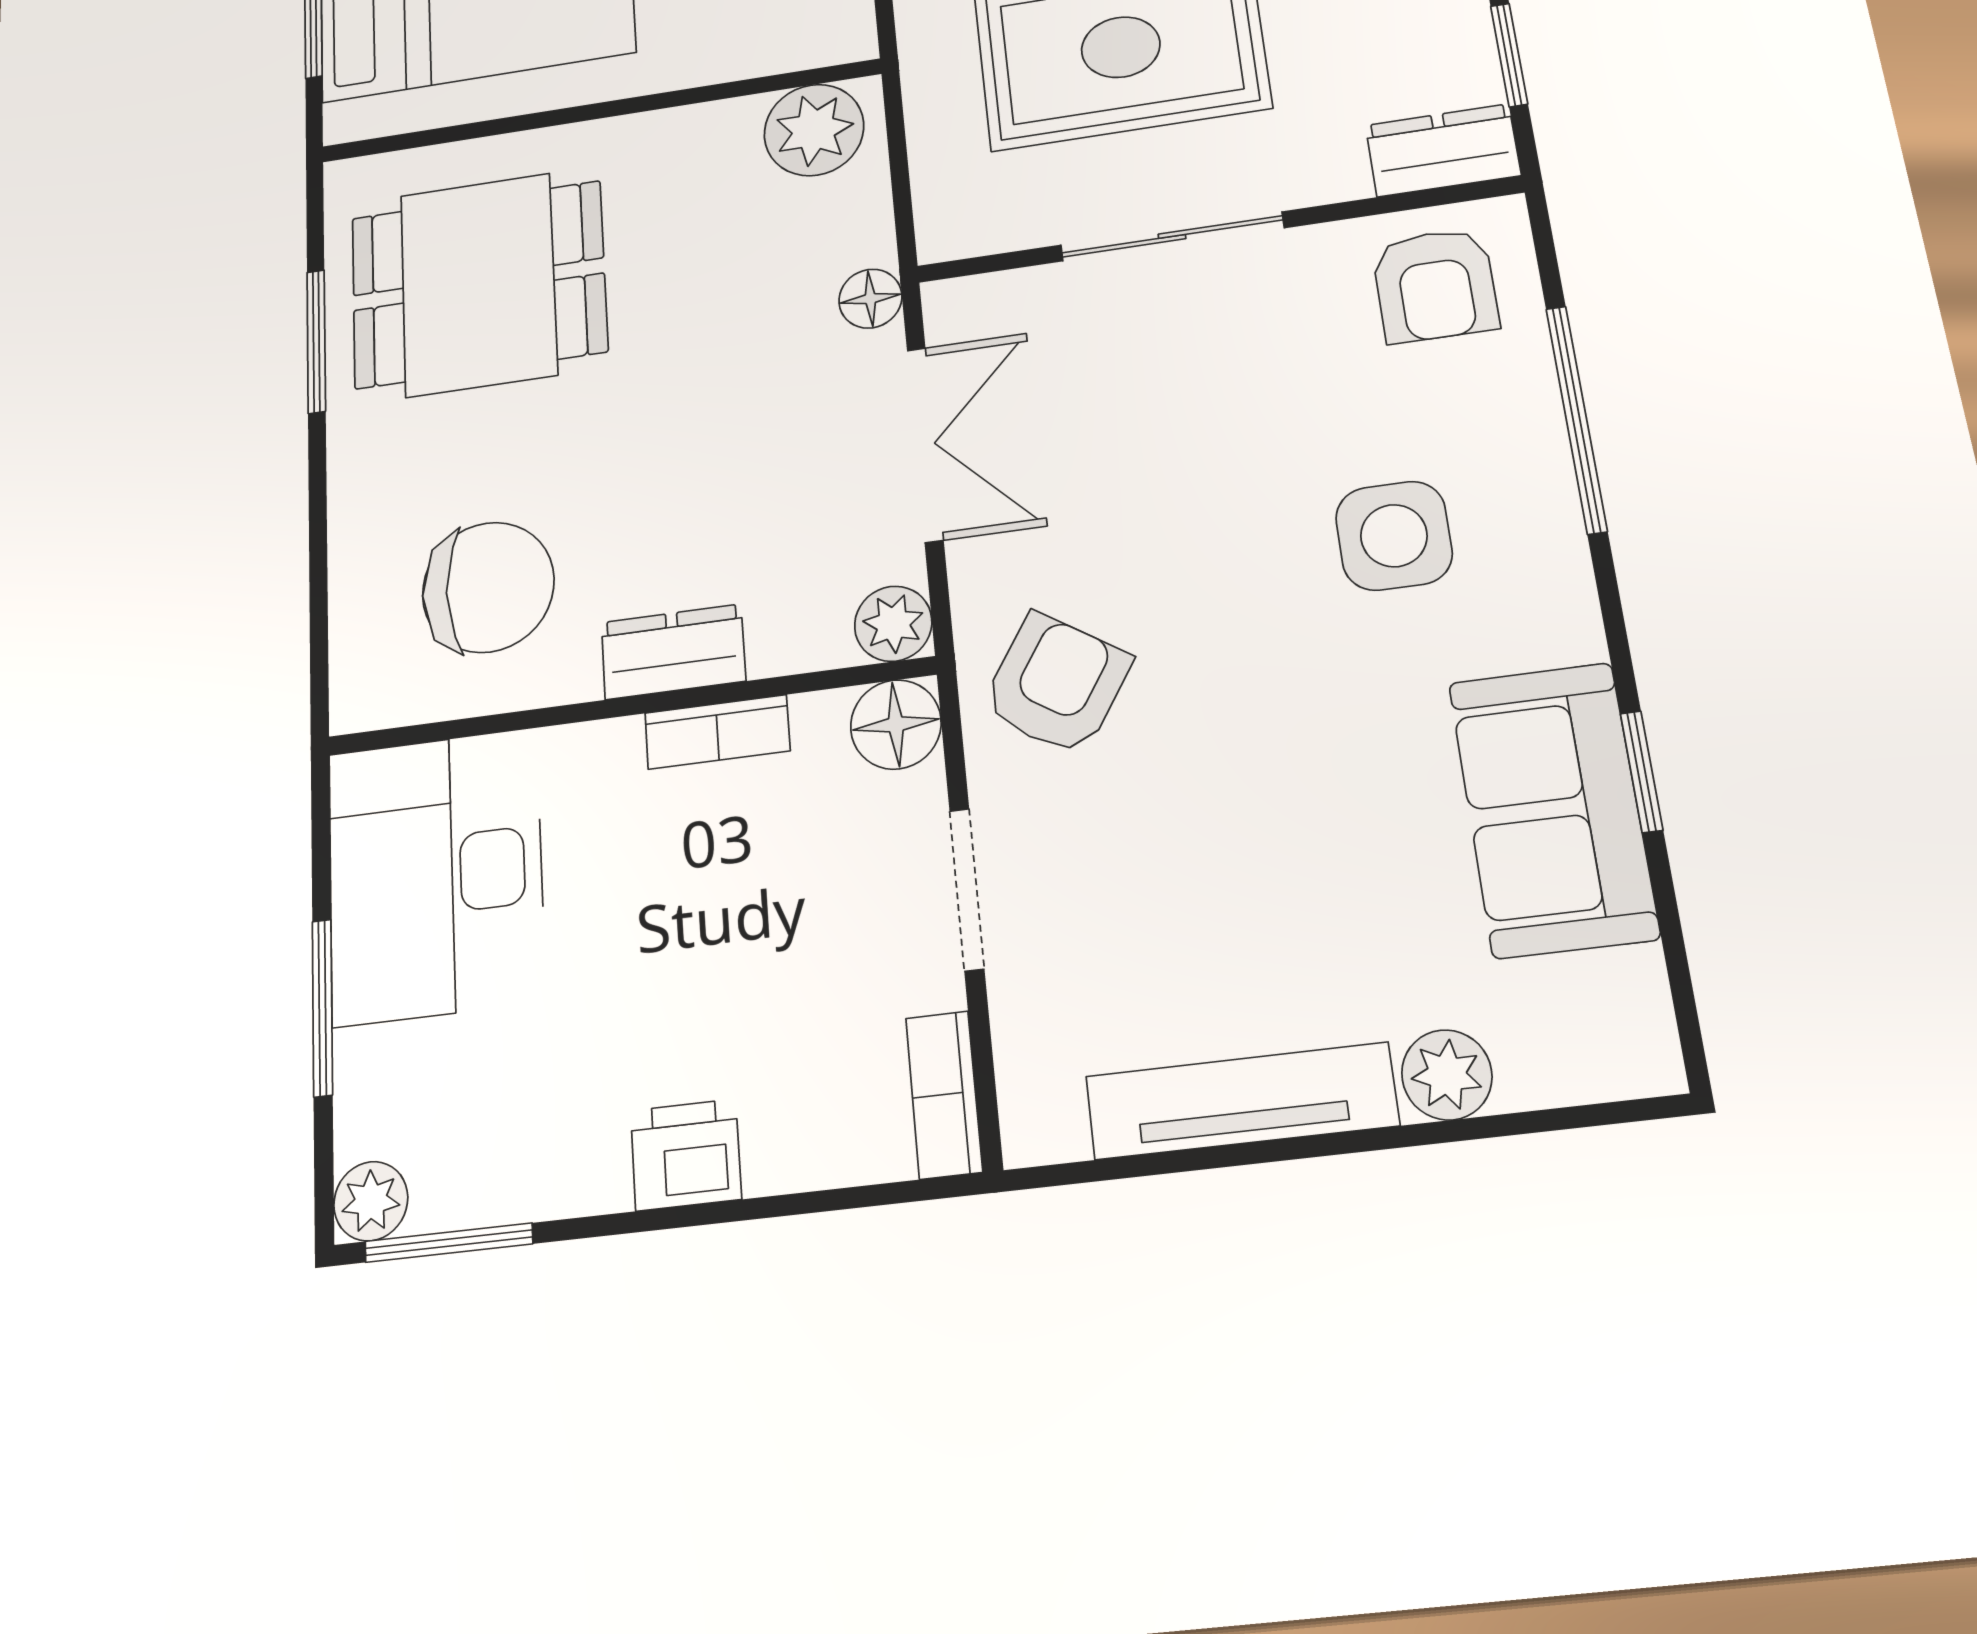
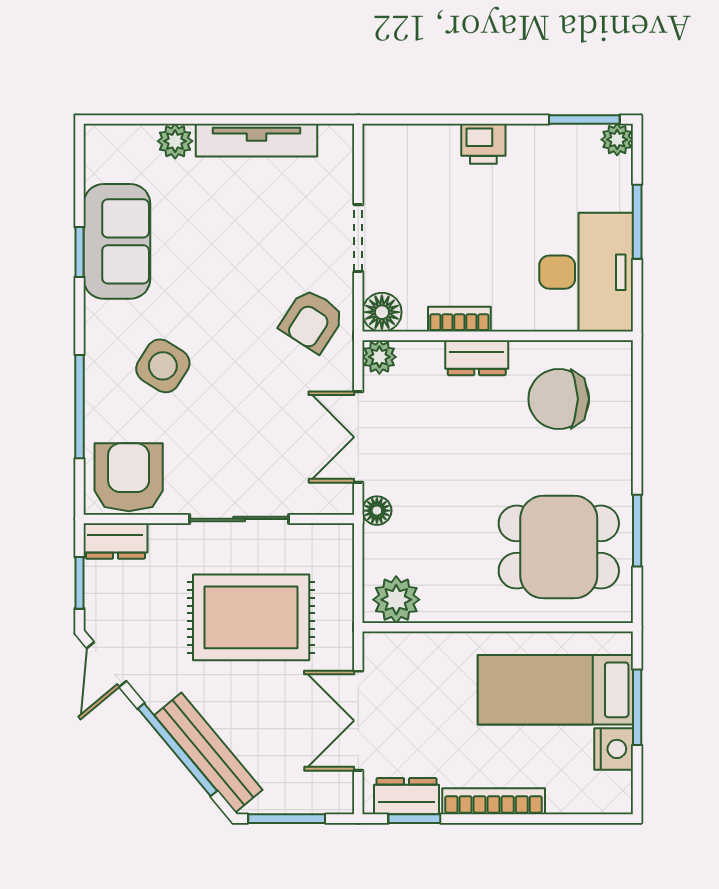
armchair: (1435, 285) -> (129, 477), width x1.38, depth x1.38
side table: (1394, 536) -> (163, 366), turned 32
bookcase: (944, 1095) -> (375, 156), removed

